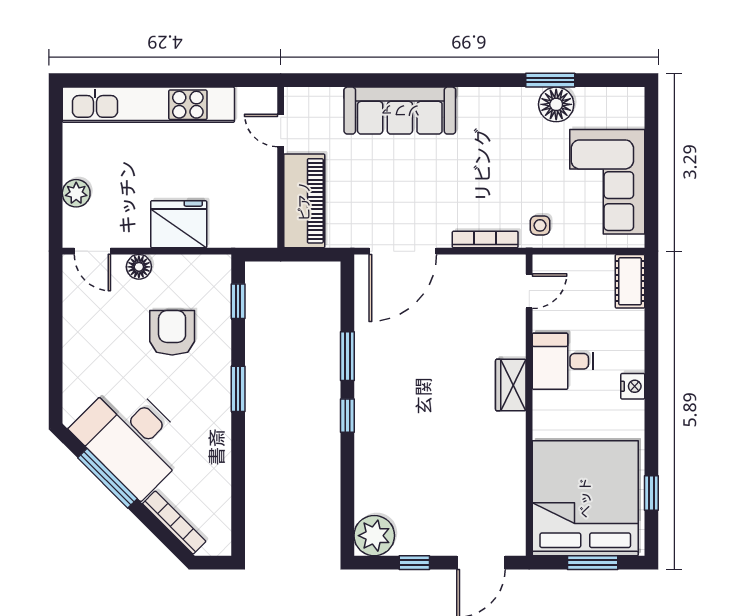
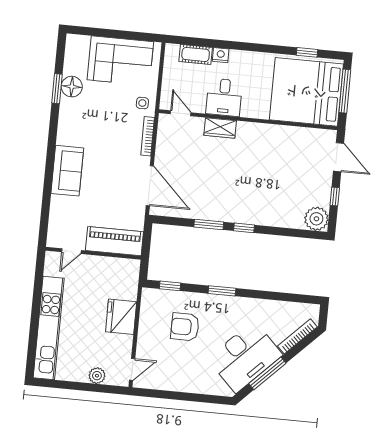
sofa: (400, 111) -> (67, 171), width x0.73
floor lamp: (139, 267) -> (144, 343), removed
cot: (630, 281) -> (196, 54), moved
wardrobe: (511, 385) -> (220, 128), moved
nightstand: (633, 386) -> (221, 55), moved
window: (593, 563) -> (345, 91), width x1.44

